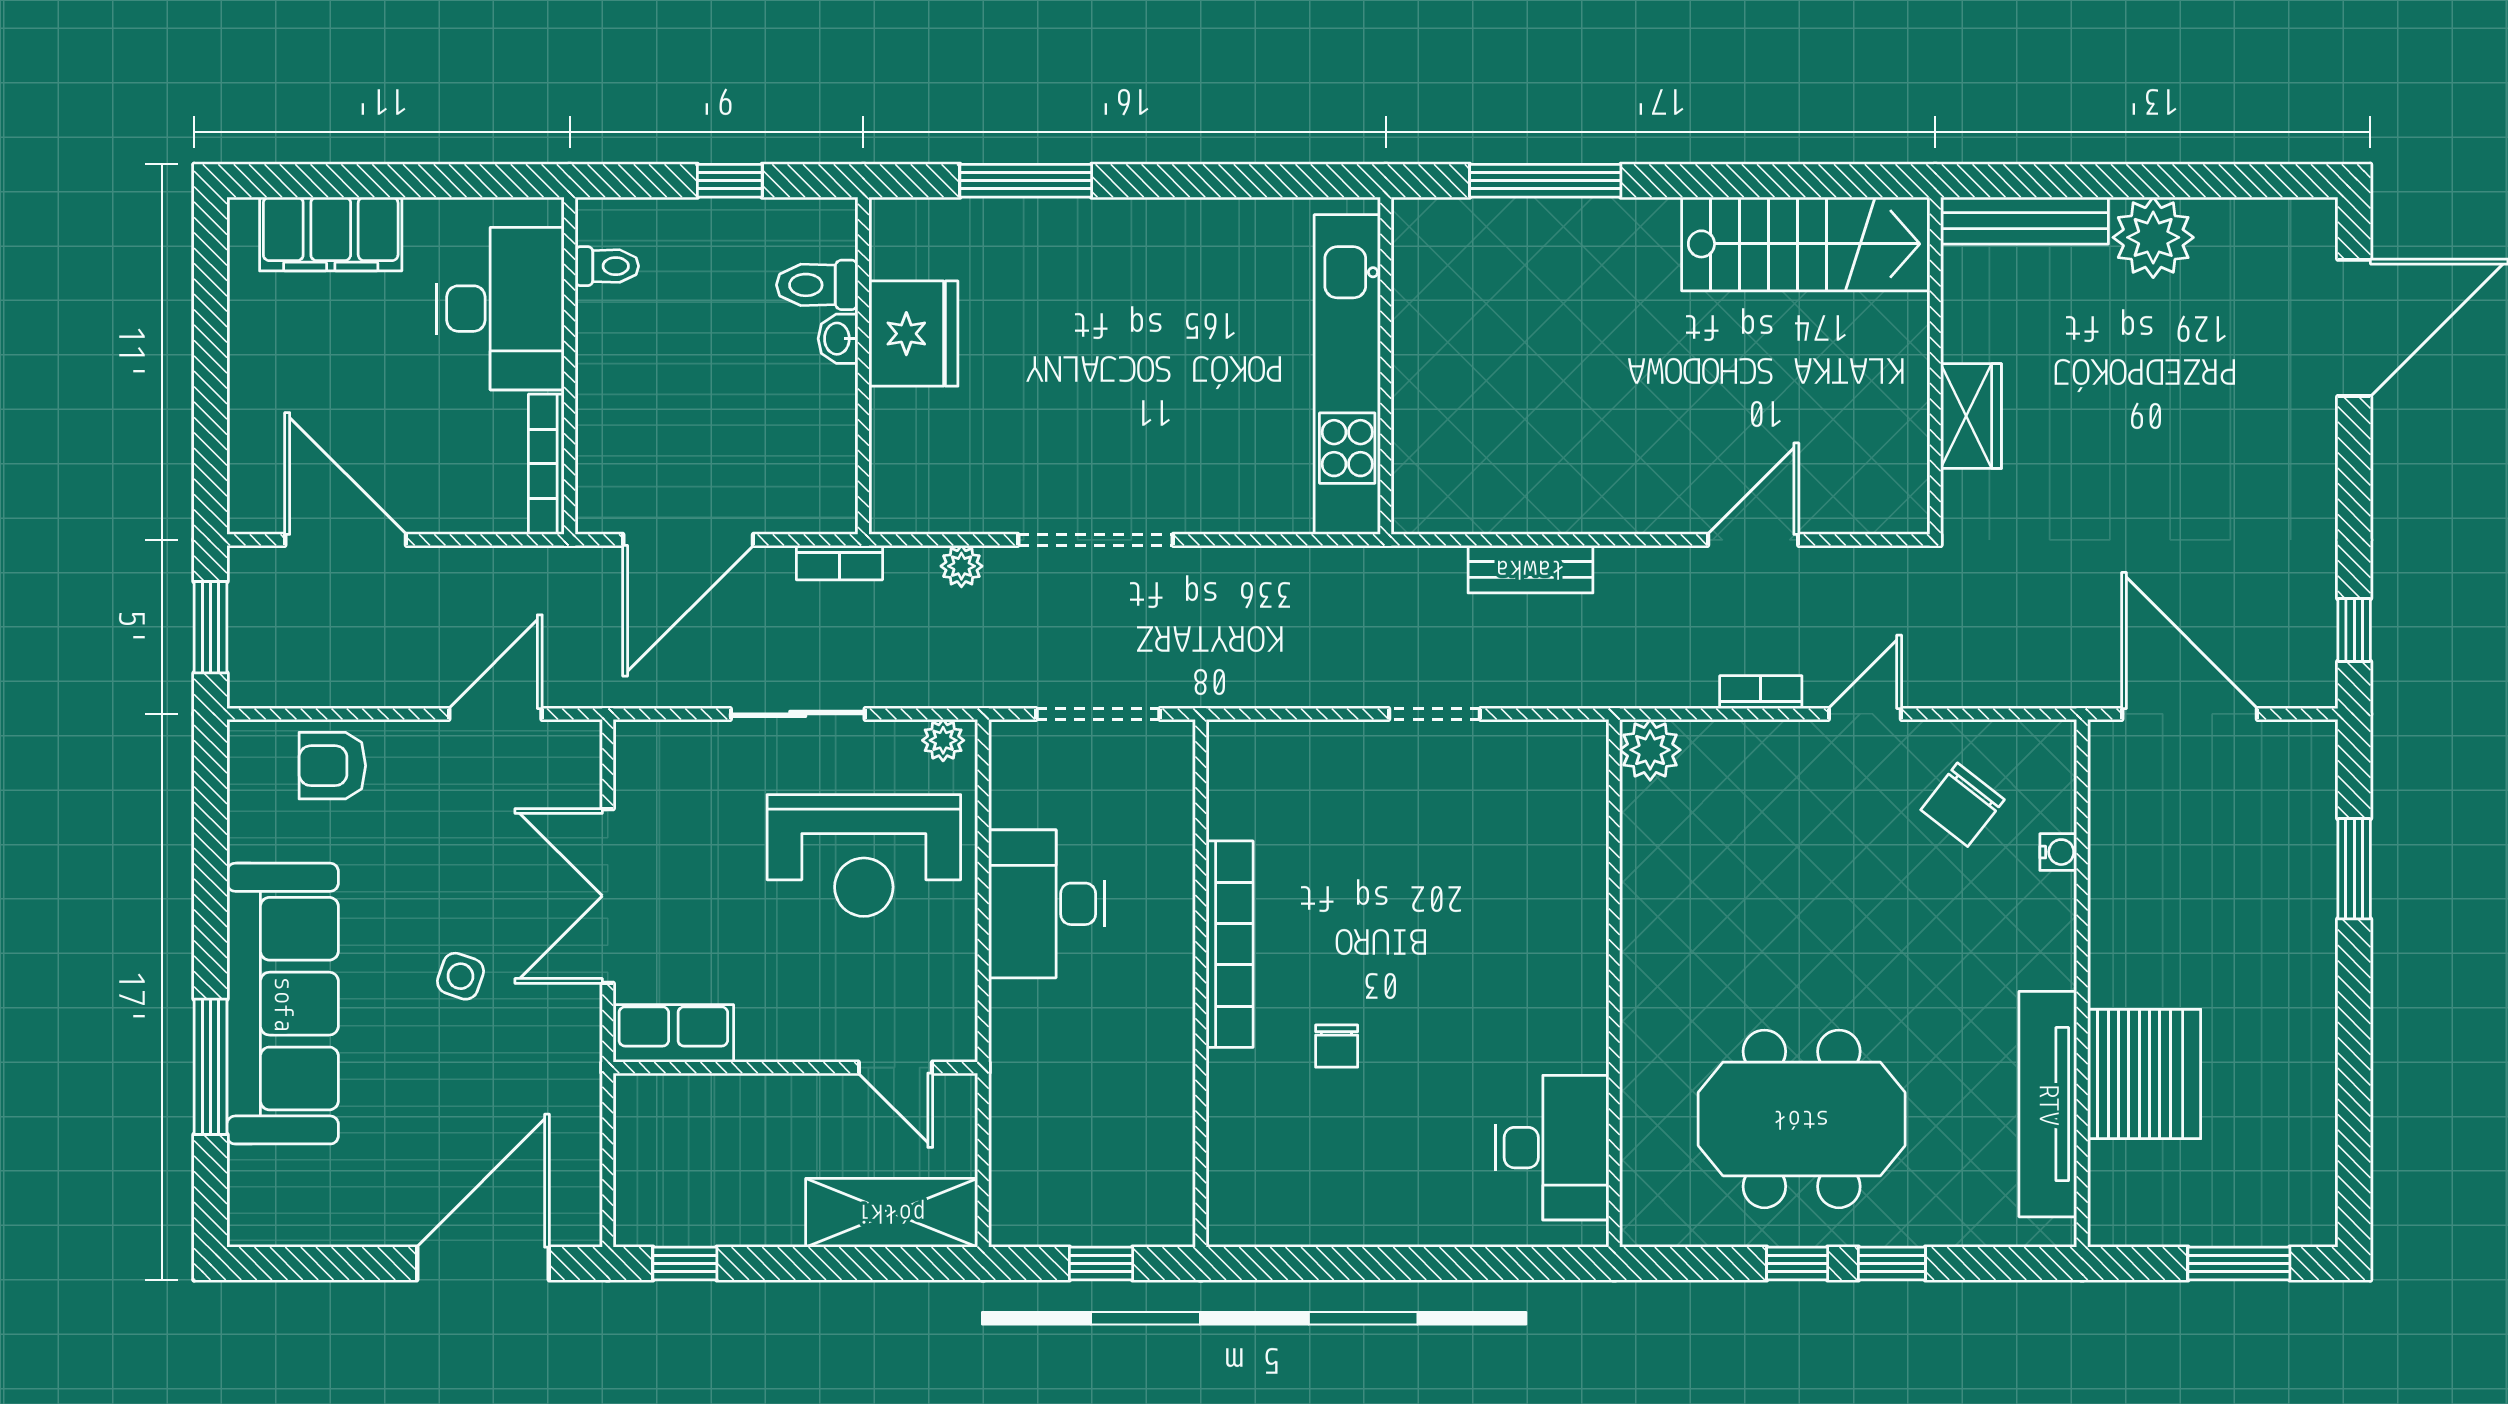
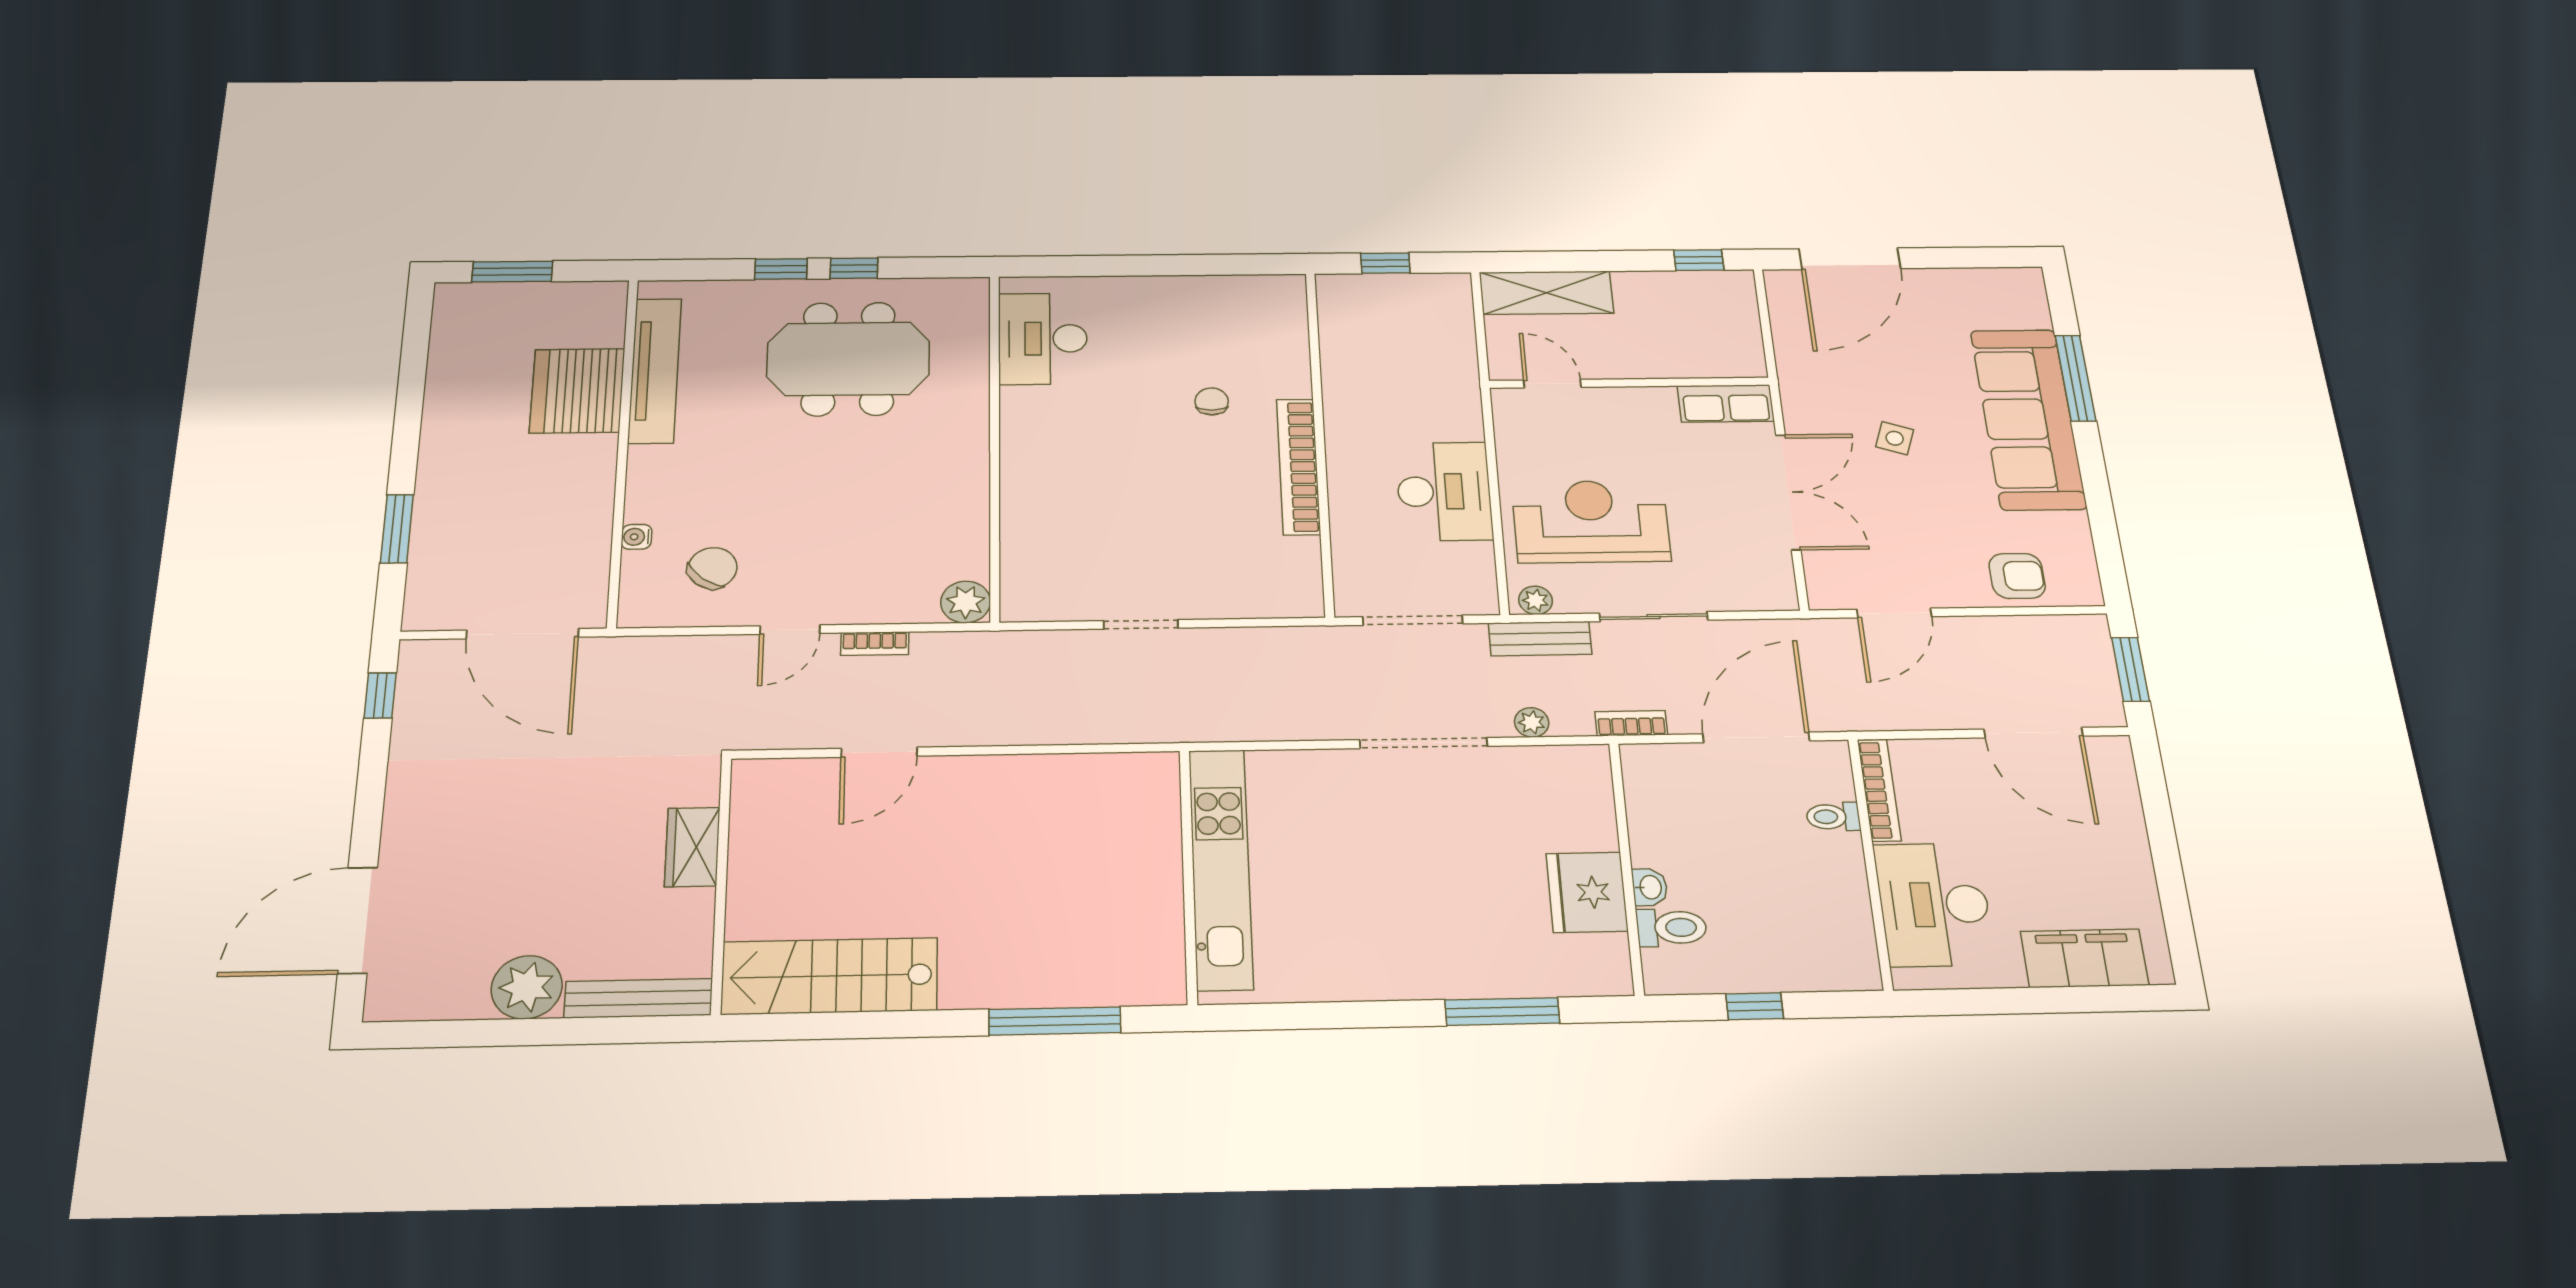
toilet: (607, 266) -> (1833, 817), moved
bench: (1531, 569) -> (1540, 639), moved

